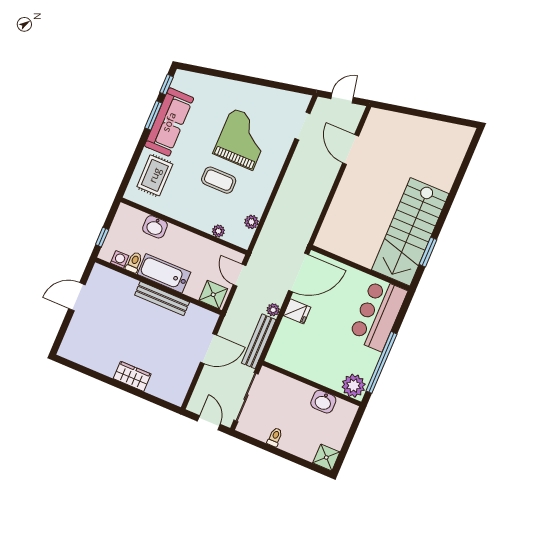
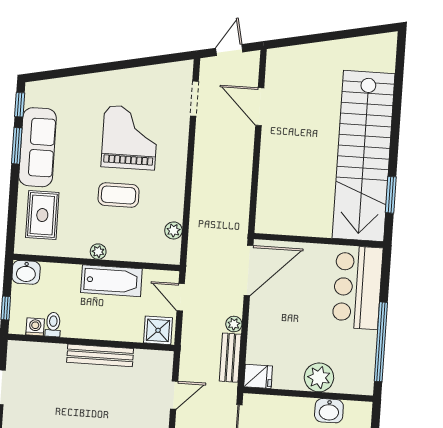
washbasin: (155, 227) -> (26, 272), moved
plant: (218, 231) -> (98, 252), moved
stairs: (410, 232) -> (364, 156), width x1.36
bathtub: (164, 273) -> (111, 281), moved, turned 180
fridge: (297, 311) -> (258, 376), moved
bench: (259, 341) -> (230, 358), width x0.73
door: (208, 349) -> (174, 395), width x0.73
plant: (354, 386) -> (319, 377), moved

